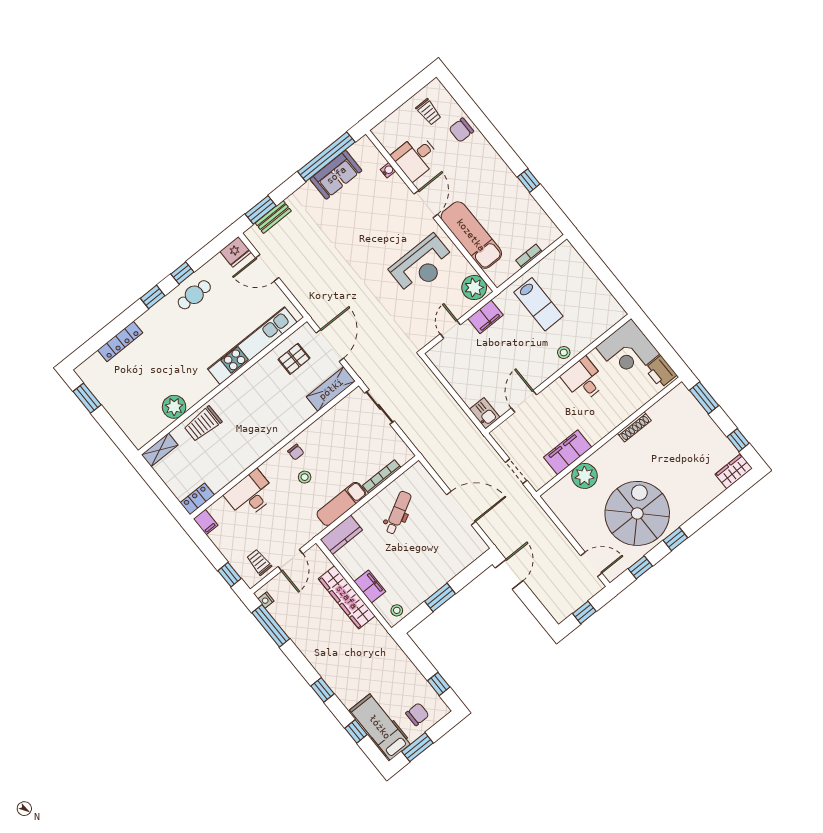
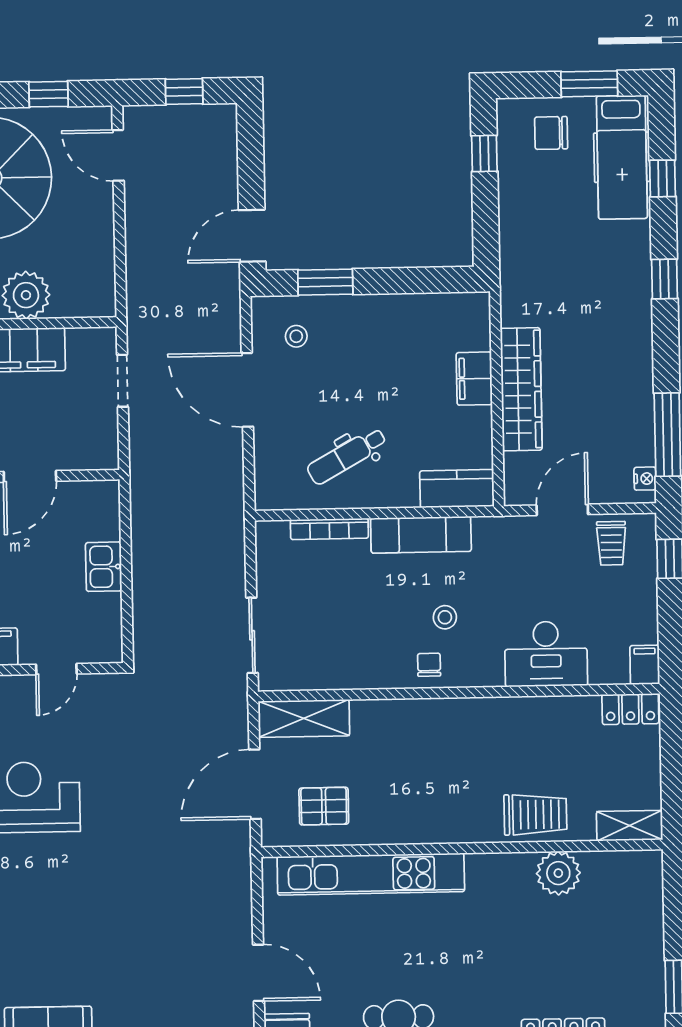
kitchen sink: (485, 413) -> (104, 567), moved
window: (440, 597) -> (325, 282), moved
stool: (397, 610) -> (296, 336), moved

